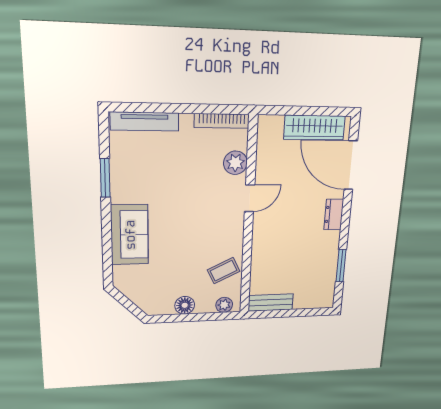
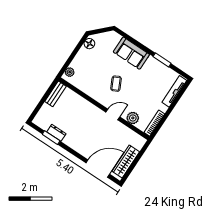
door: (250, 198) -> (113, 114), swing flipped
dresser: (334, 214) -> (56, 133), moved
coffee table: (224, 271) -> (116, 84), moved
floor lamp: (185, 305) -> (89, 44), moved

